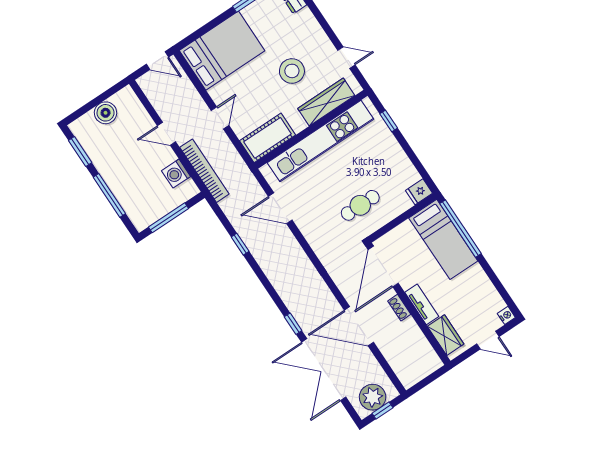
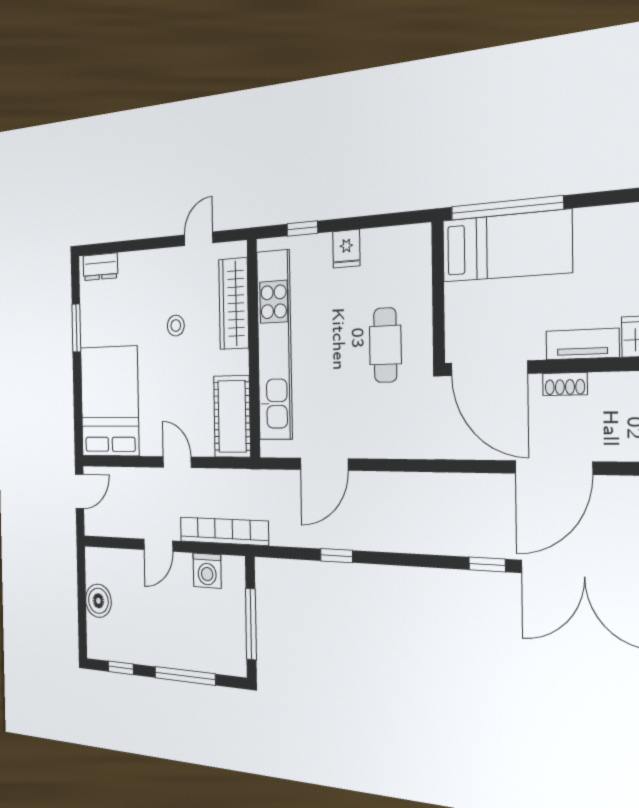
stool: (292, 71) -> (176, 326), width x0.53, depth x0.53
window: (80, 152) -> (121, 668), width x0.67
fridge: (419, 192) -> (346, 249), moved

